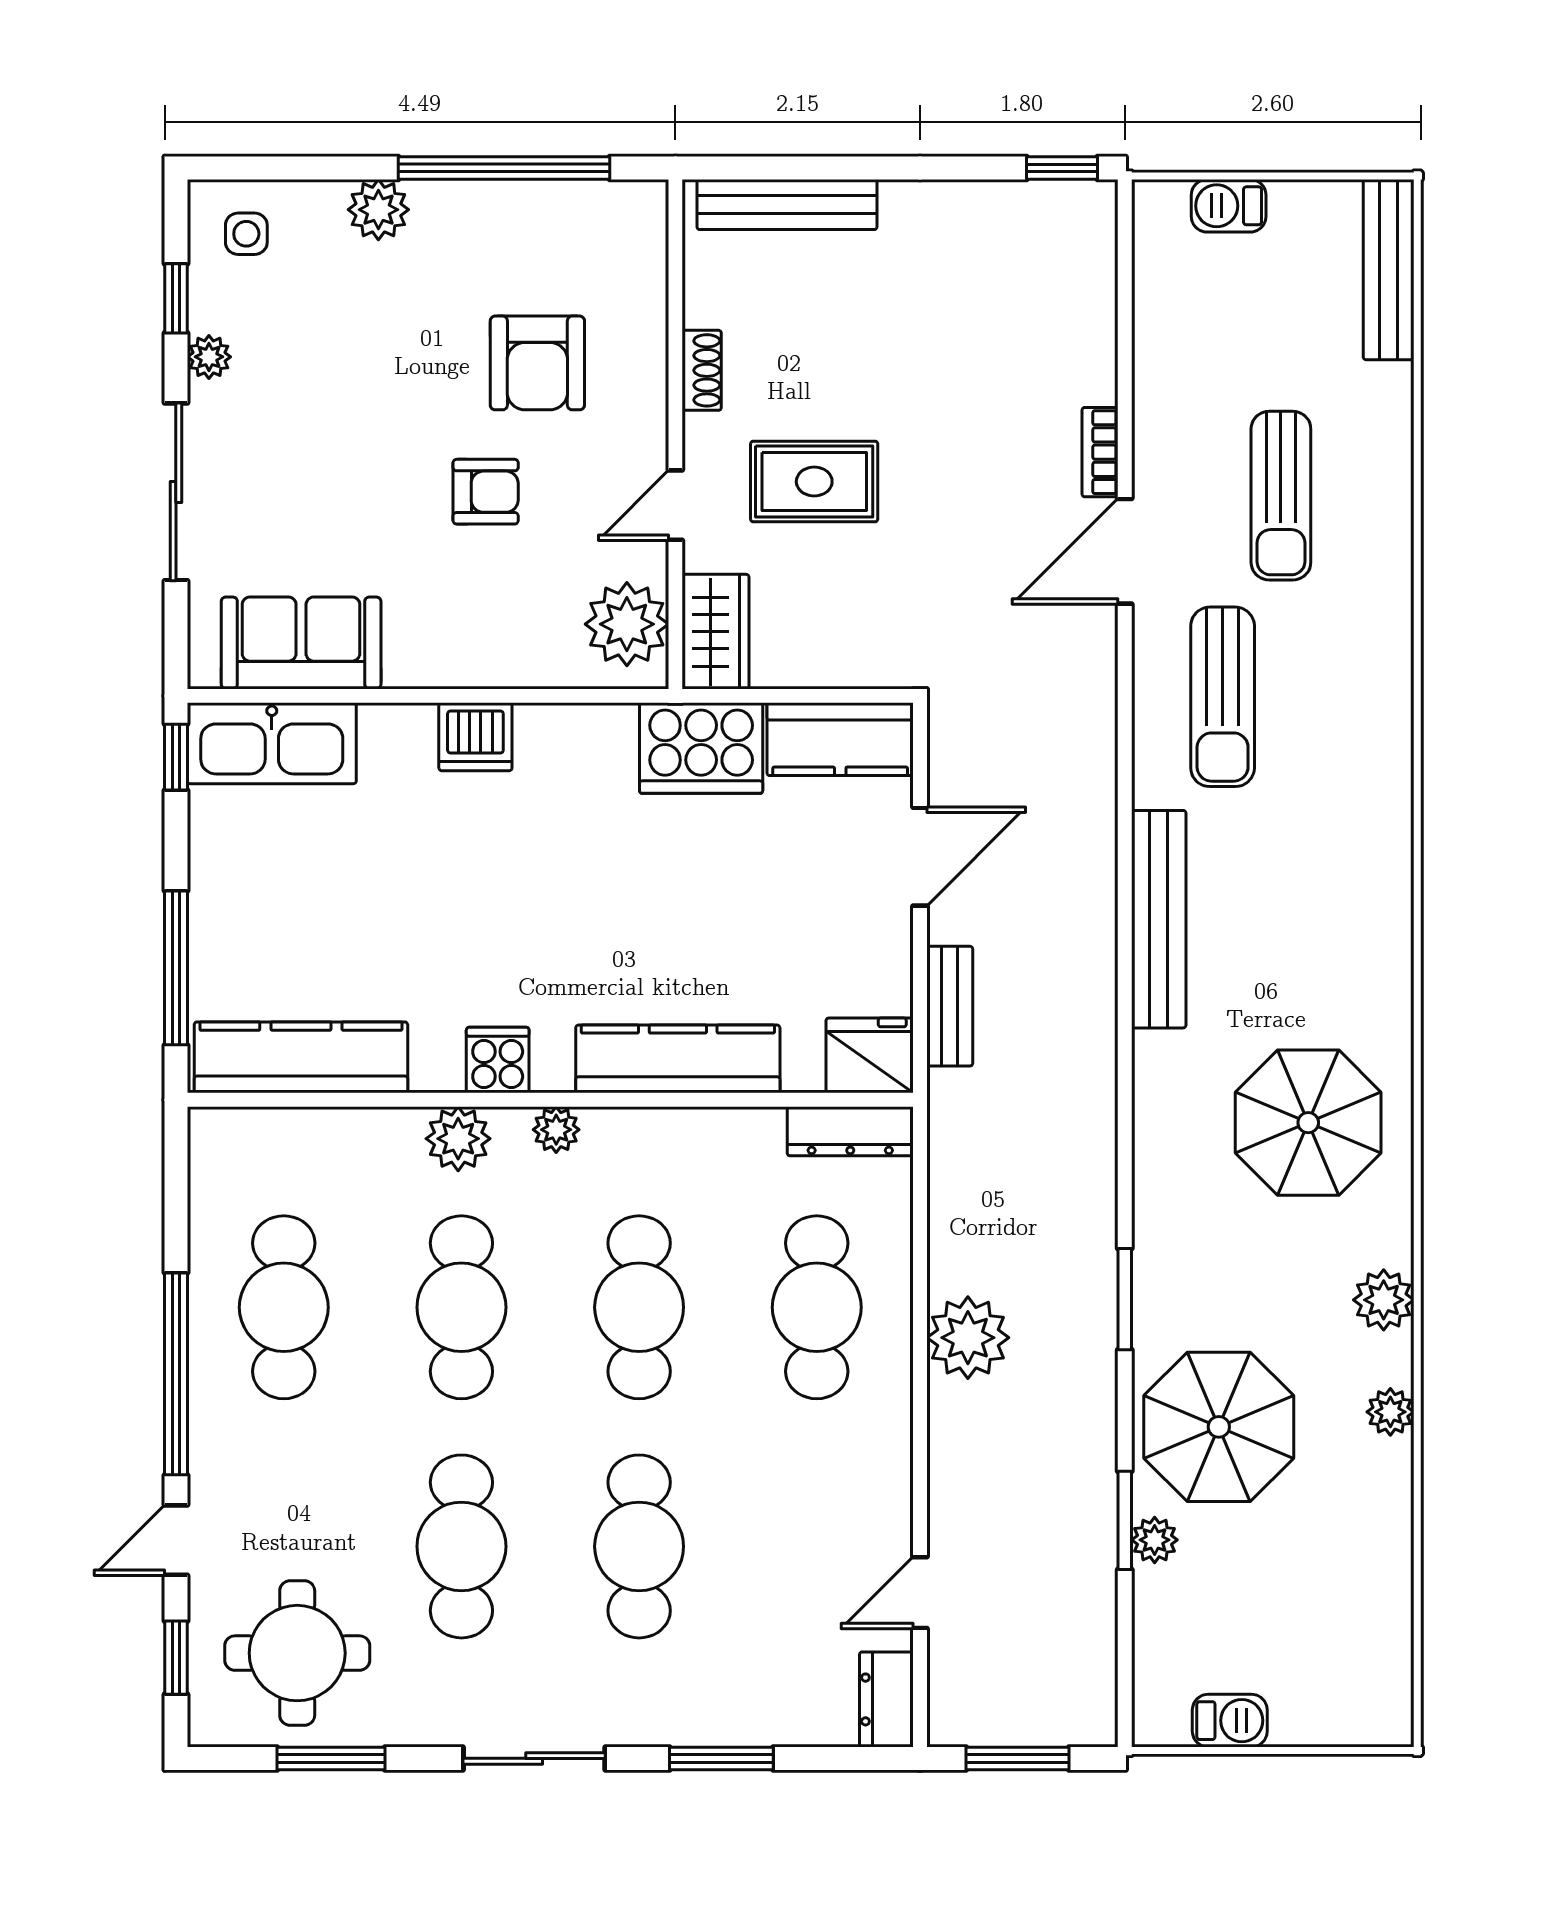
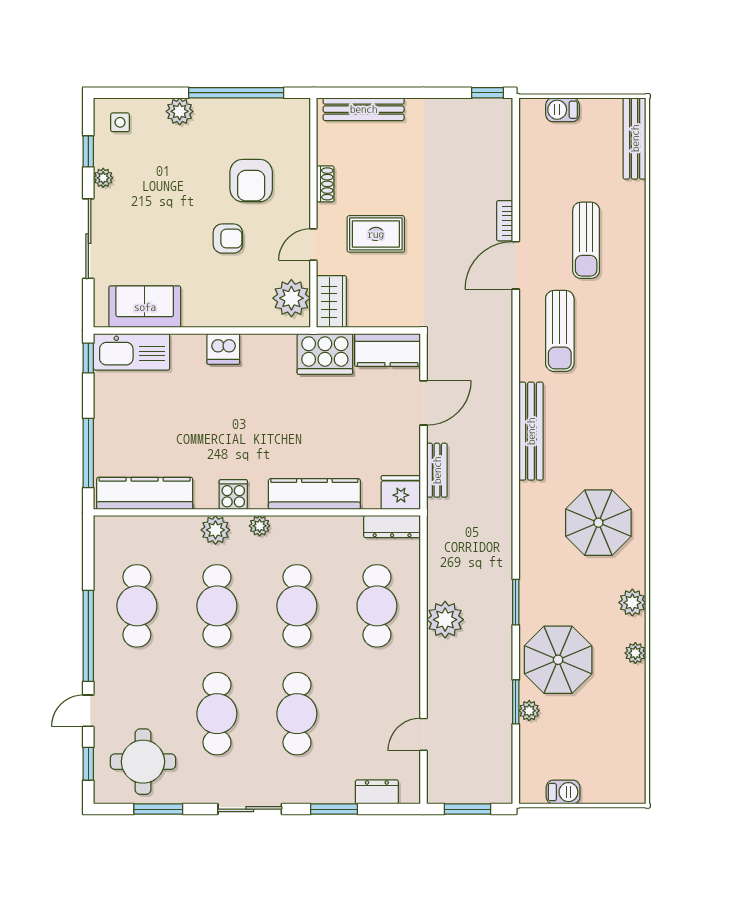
dresser: (886, 1699) -> (377, 792), moved, turned 90

